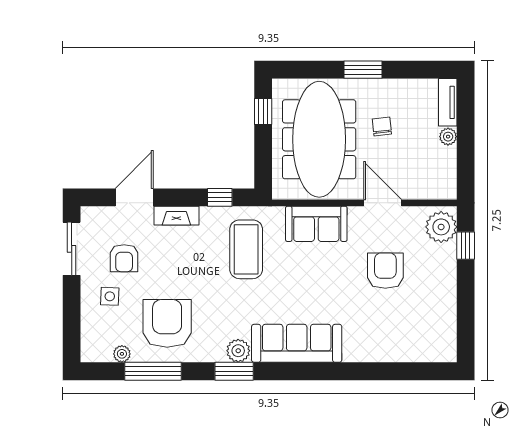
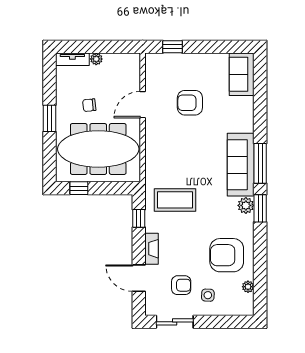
sofa: (316, 224) -> (242, 74), moved, turned 180
plant: (441, 227) -> (159, 64), removed
window: (153, 371) -> (260, 163), moved

